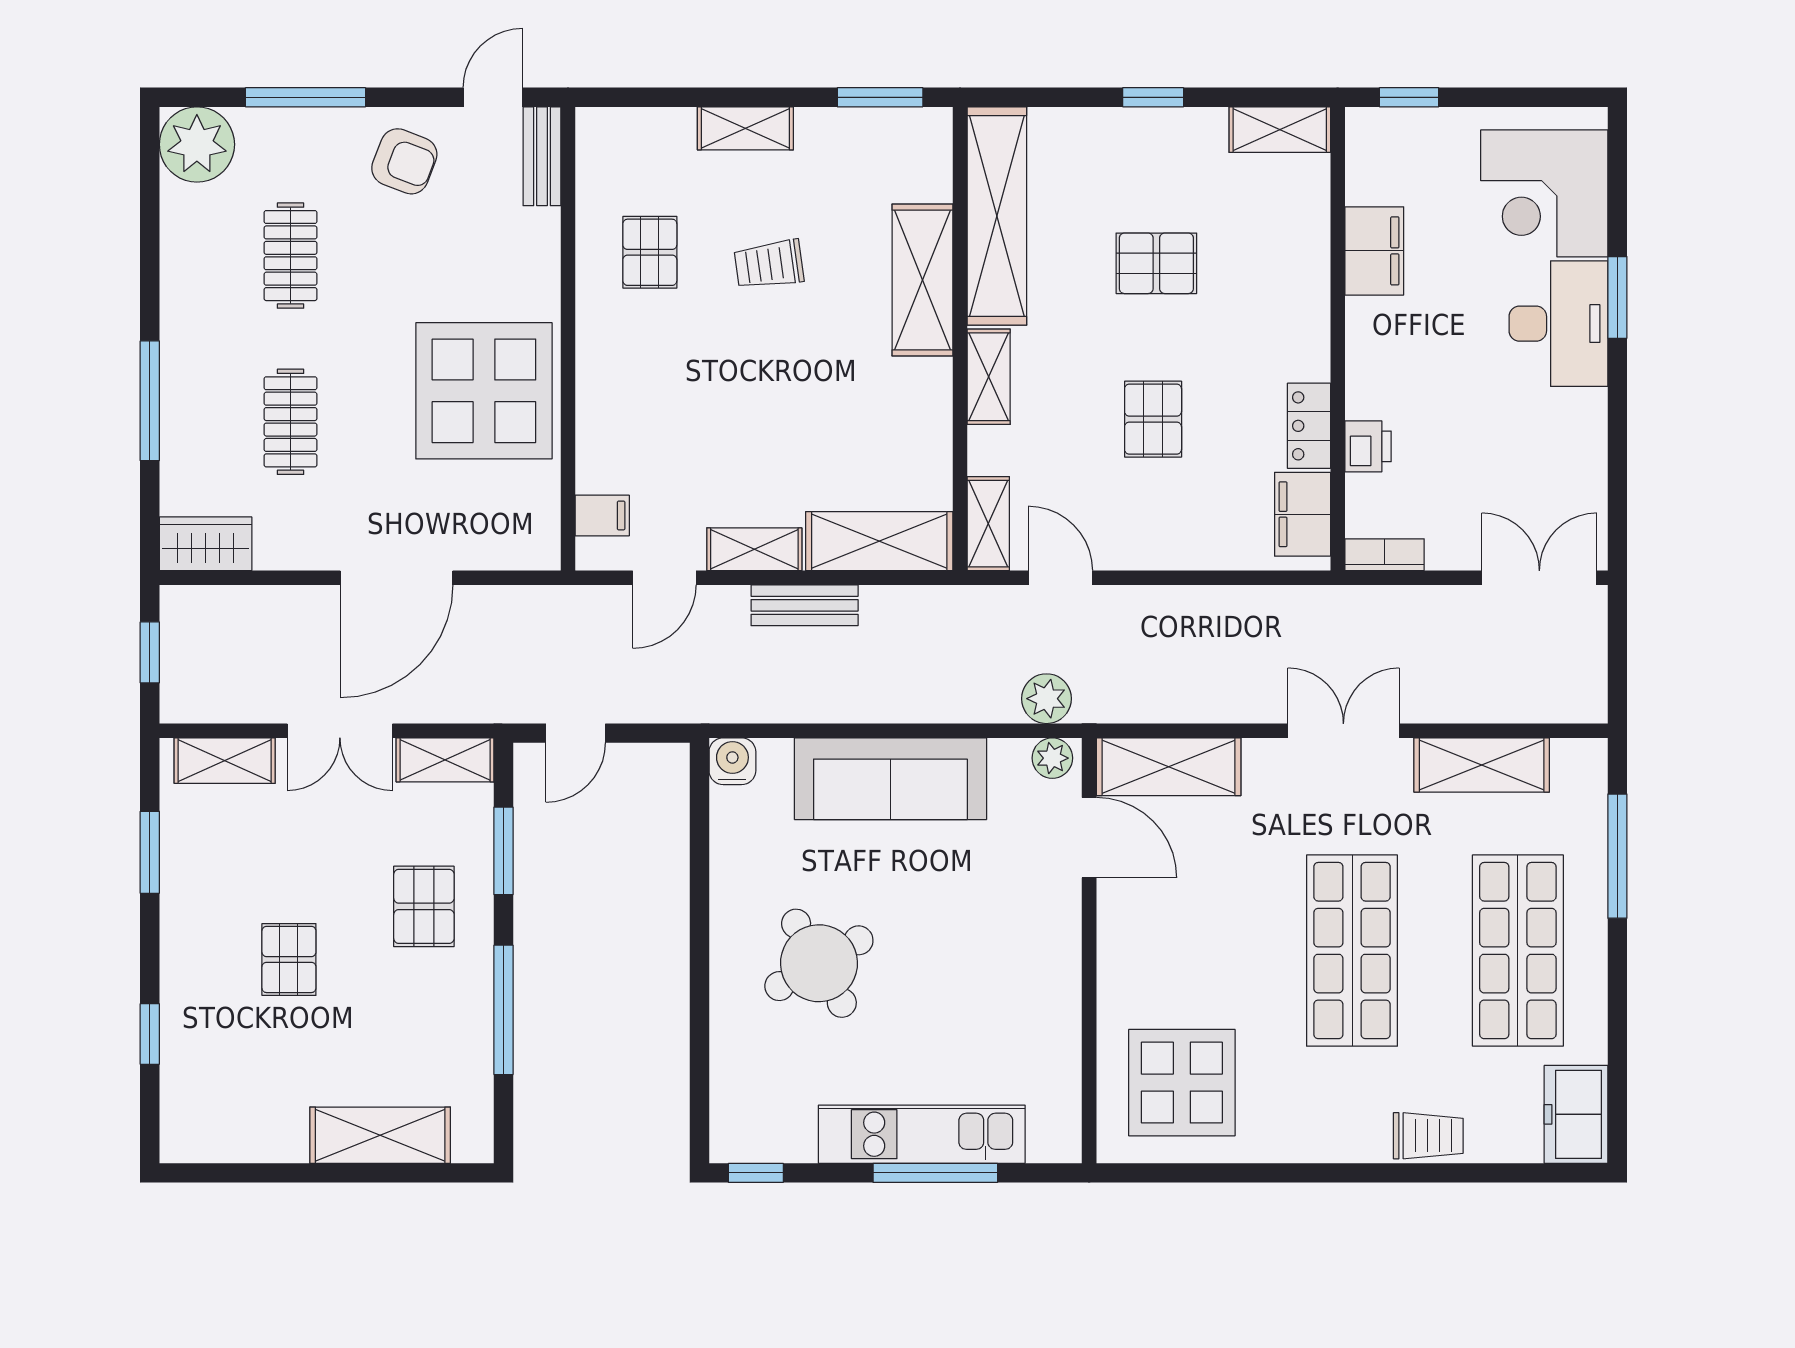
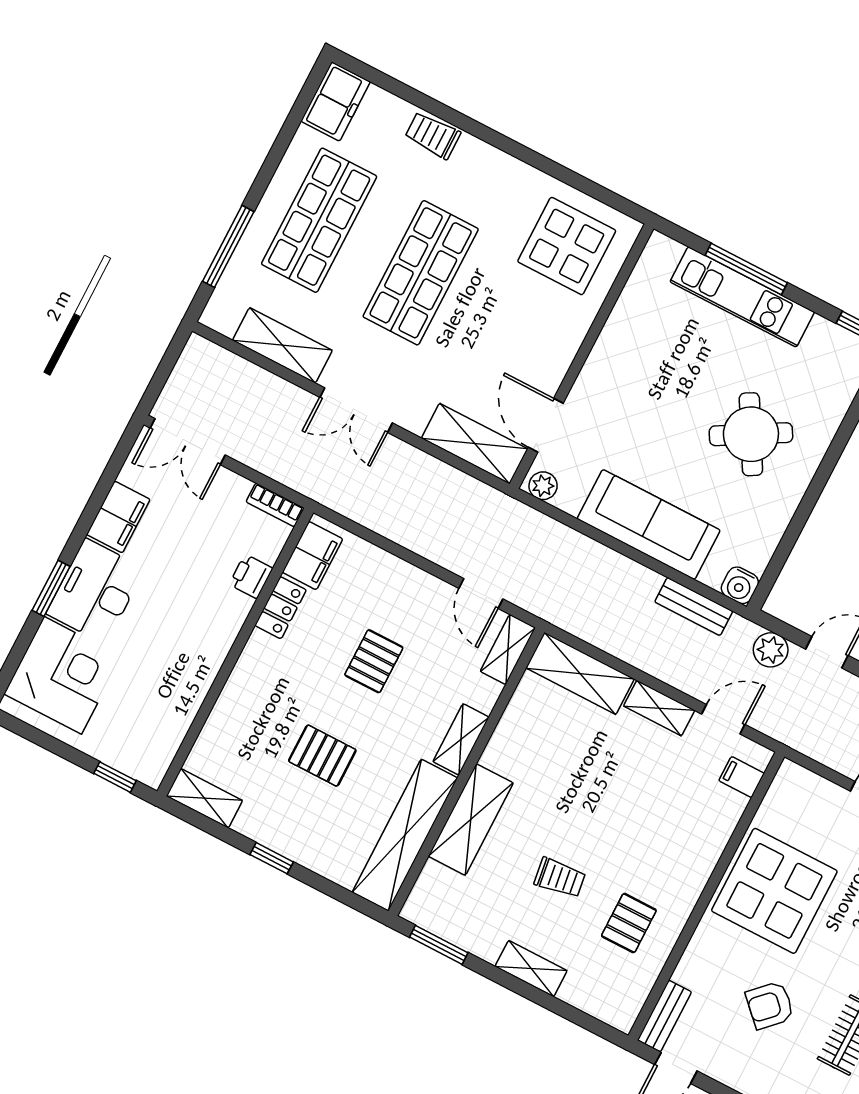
armchair: (404, 161) -> (770, 1005), moved, turned -66
filing cabinet: (1374, 251) -> (118, 517), moved, turned 180
bench: (805, 605) -> (694, 607), moved
plant: (1046, 699) -> (771, 650), moved

